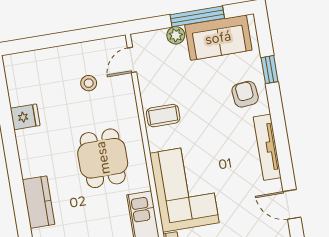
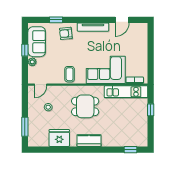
window: (197, 16) -> (25, 50), width x0.46
window: (41, 42) -> (25, 127), added
door: (132, 60) -> (41, 85), hinge flipped
fridge: (25, 117) -> (59, 138), width x1.88, depth x1.34
kitchen counter: (38, 202) -> (89, 141), moved

